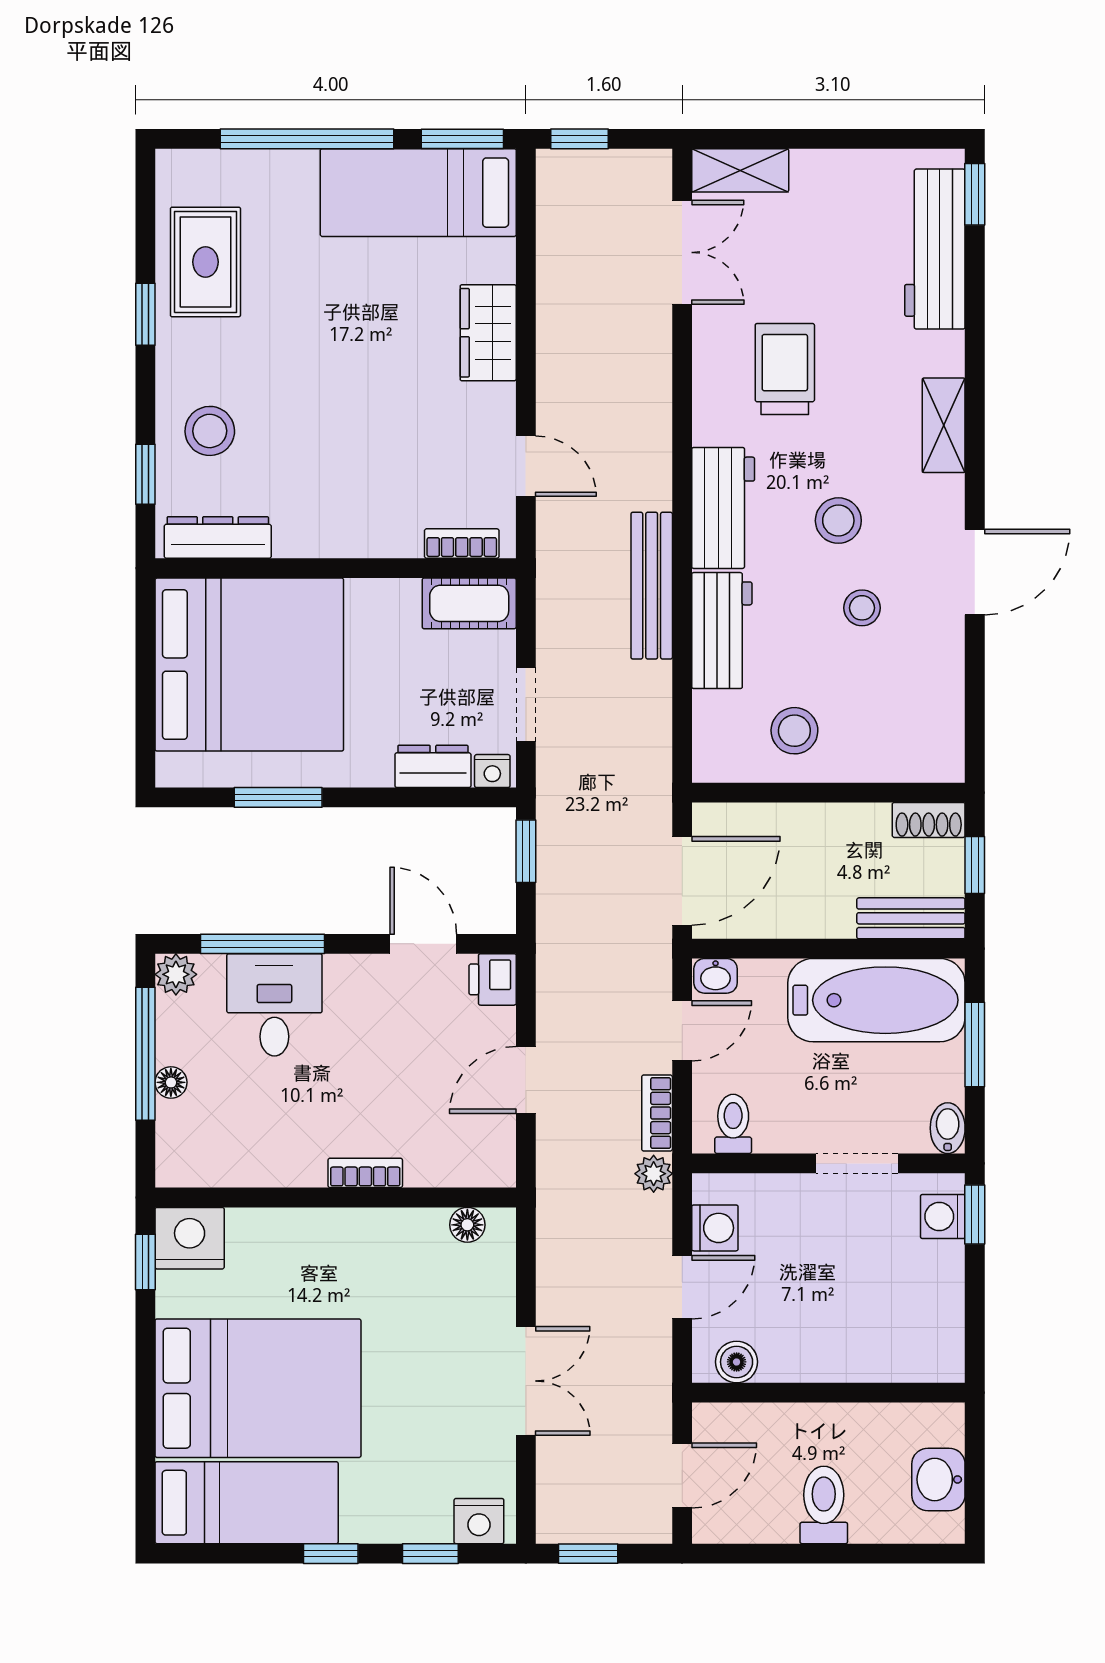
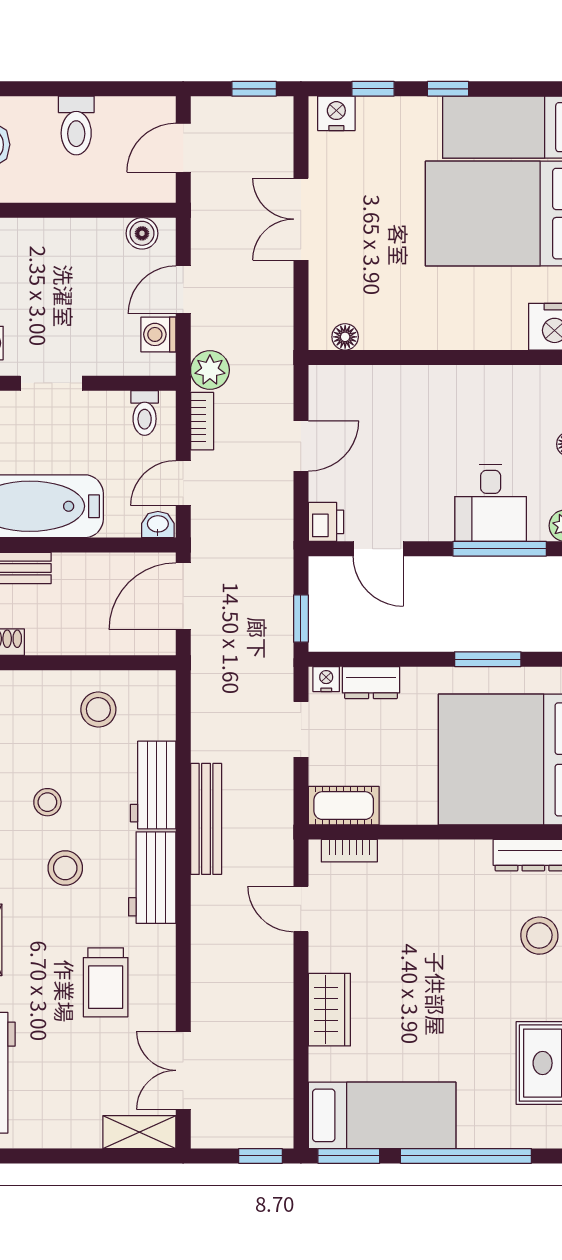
bookcase: (365, 1173) -> (422, 376), removed
plant: (654, 1174) -> (210, 370), width x1.38, depth x1.38

